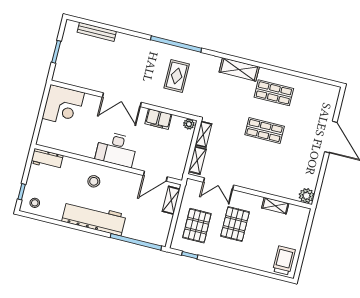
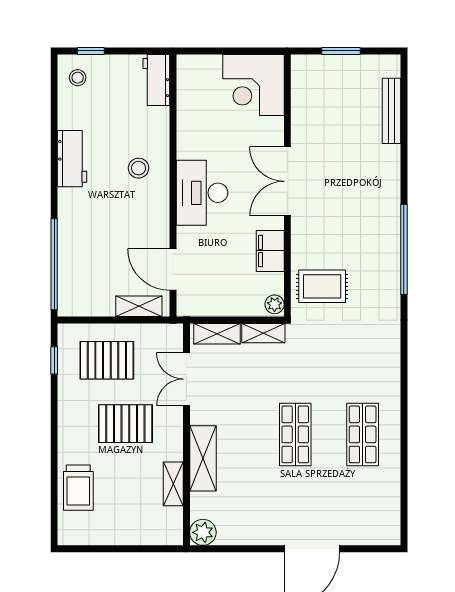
shelving: (239, 69) -> (203, 458), moved
rug: (177, 76) -> (322, 286), moved
workbench: (94, 218) -> (72, 159), width x0.53, depth x0.76
trolley: (284, 260) -> (78, 488), moved, turned 90

